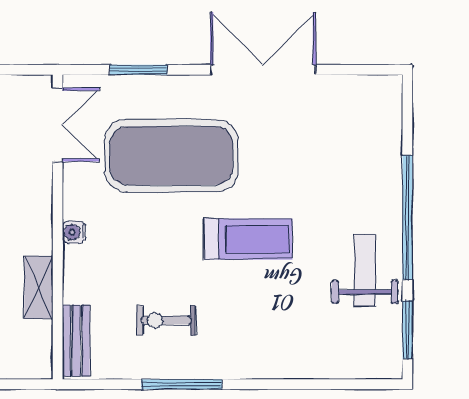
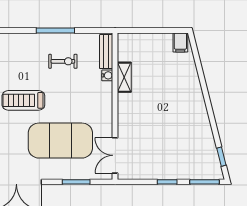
water cooler: (74, 232) -> (107, 75), moved

